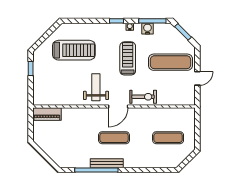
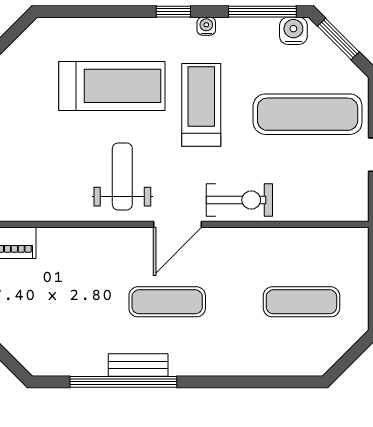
water cooler: (147, 29) -> (293, 31), moved
treadmill: (74, 50) -> (112, 86), moved
bench: (107, 163) -> (138, 365), width x0.73

